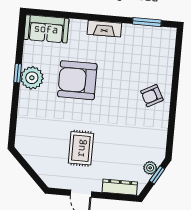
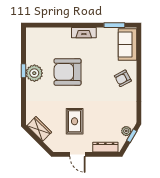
sofa: (46, 29) -> (127, 45), moved, turned 90
wardrobe: (32, 154) -> (39, 129), added

